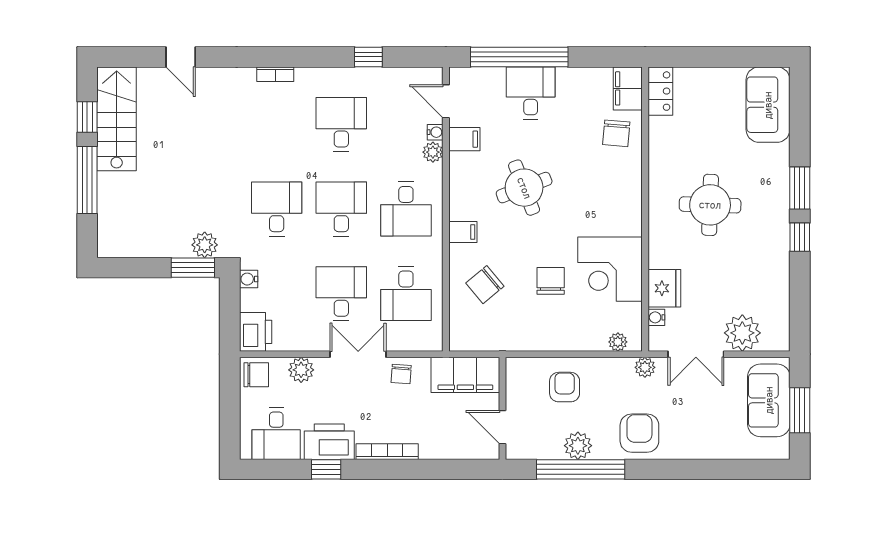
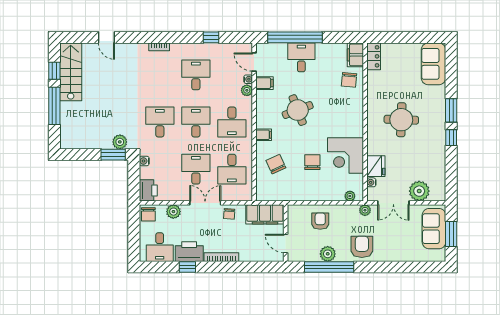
chair: (485, 285) -> (276, 164), turned 105
chair: (256, 375) -> (148, 214), turned 90

